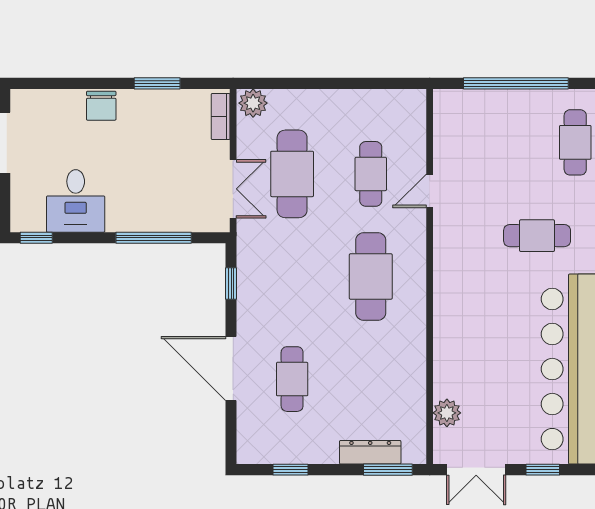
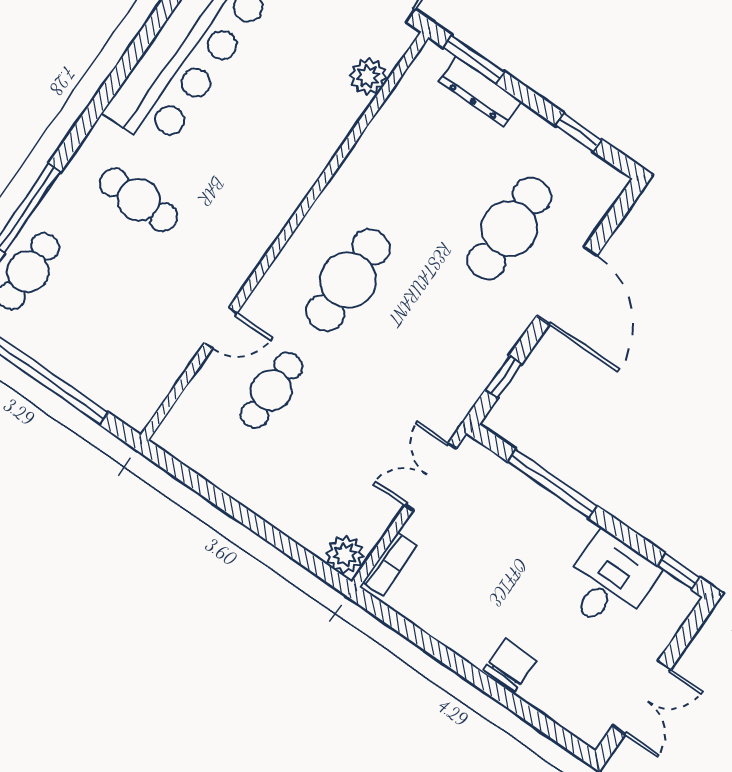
window: (157, 83) -> (433, 647), removed
cafe table: (292, 174) -> (356, 449), removed
cafe table: (292, 379) -> (509, 229), width x1.37, depth x1.35

